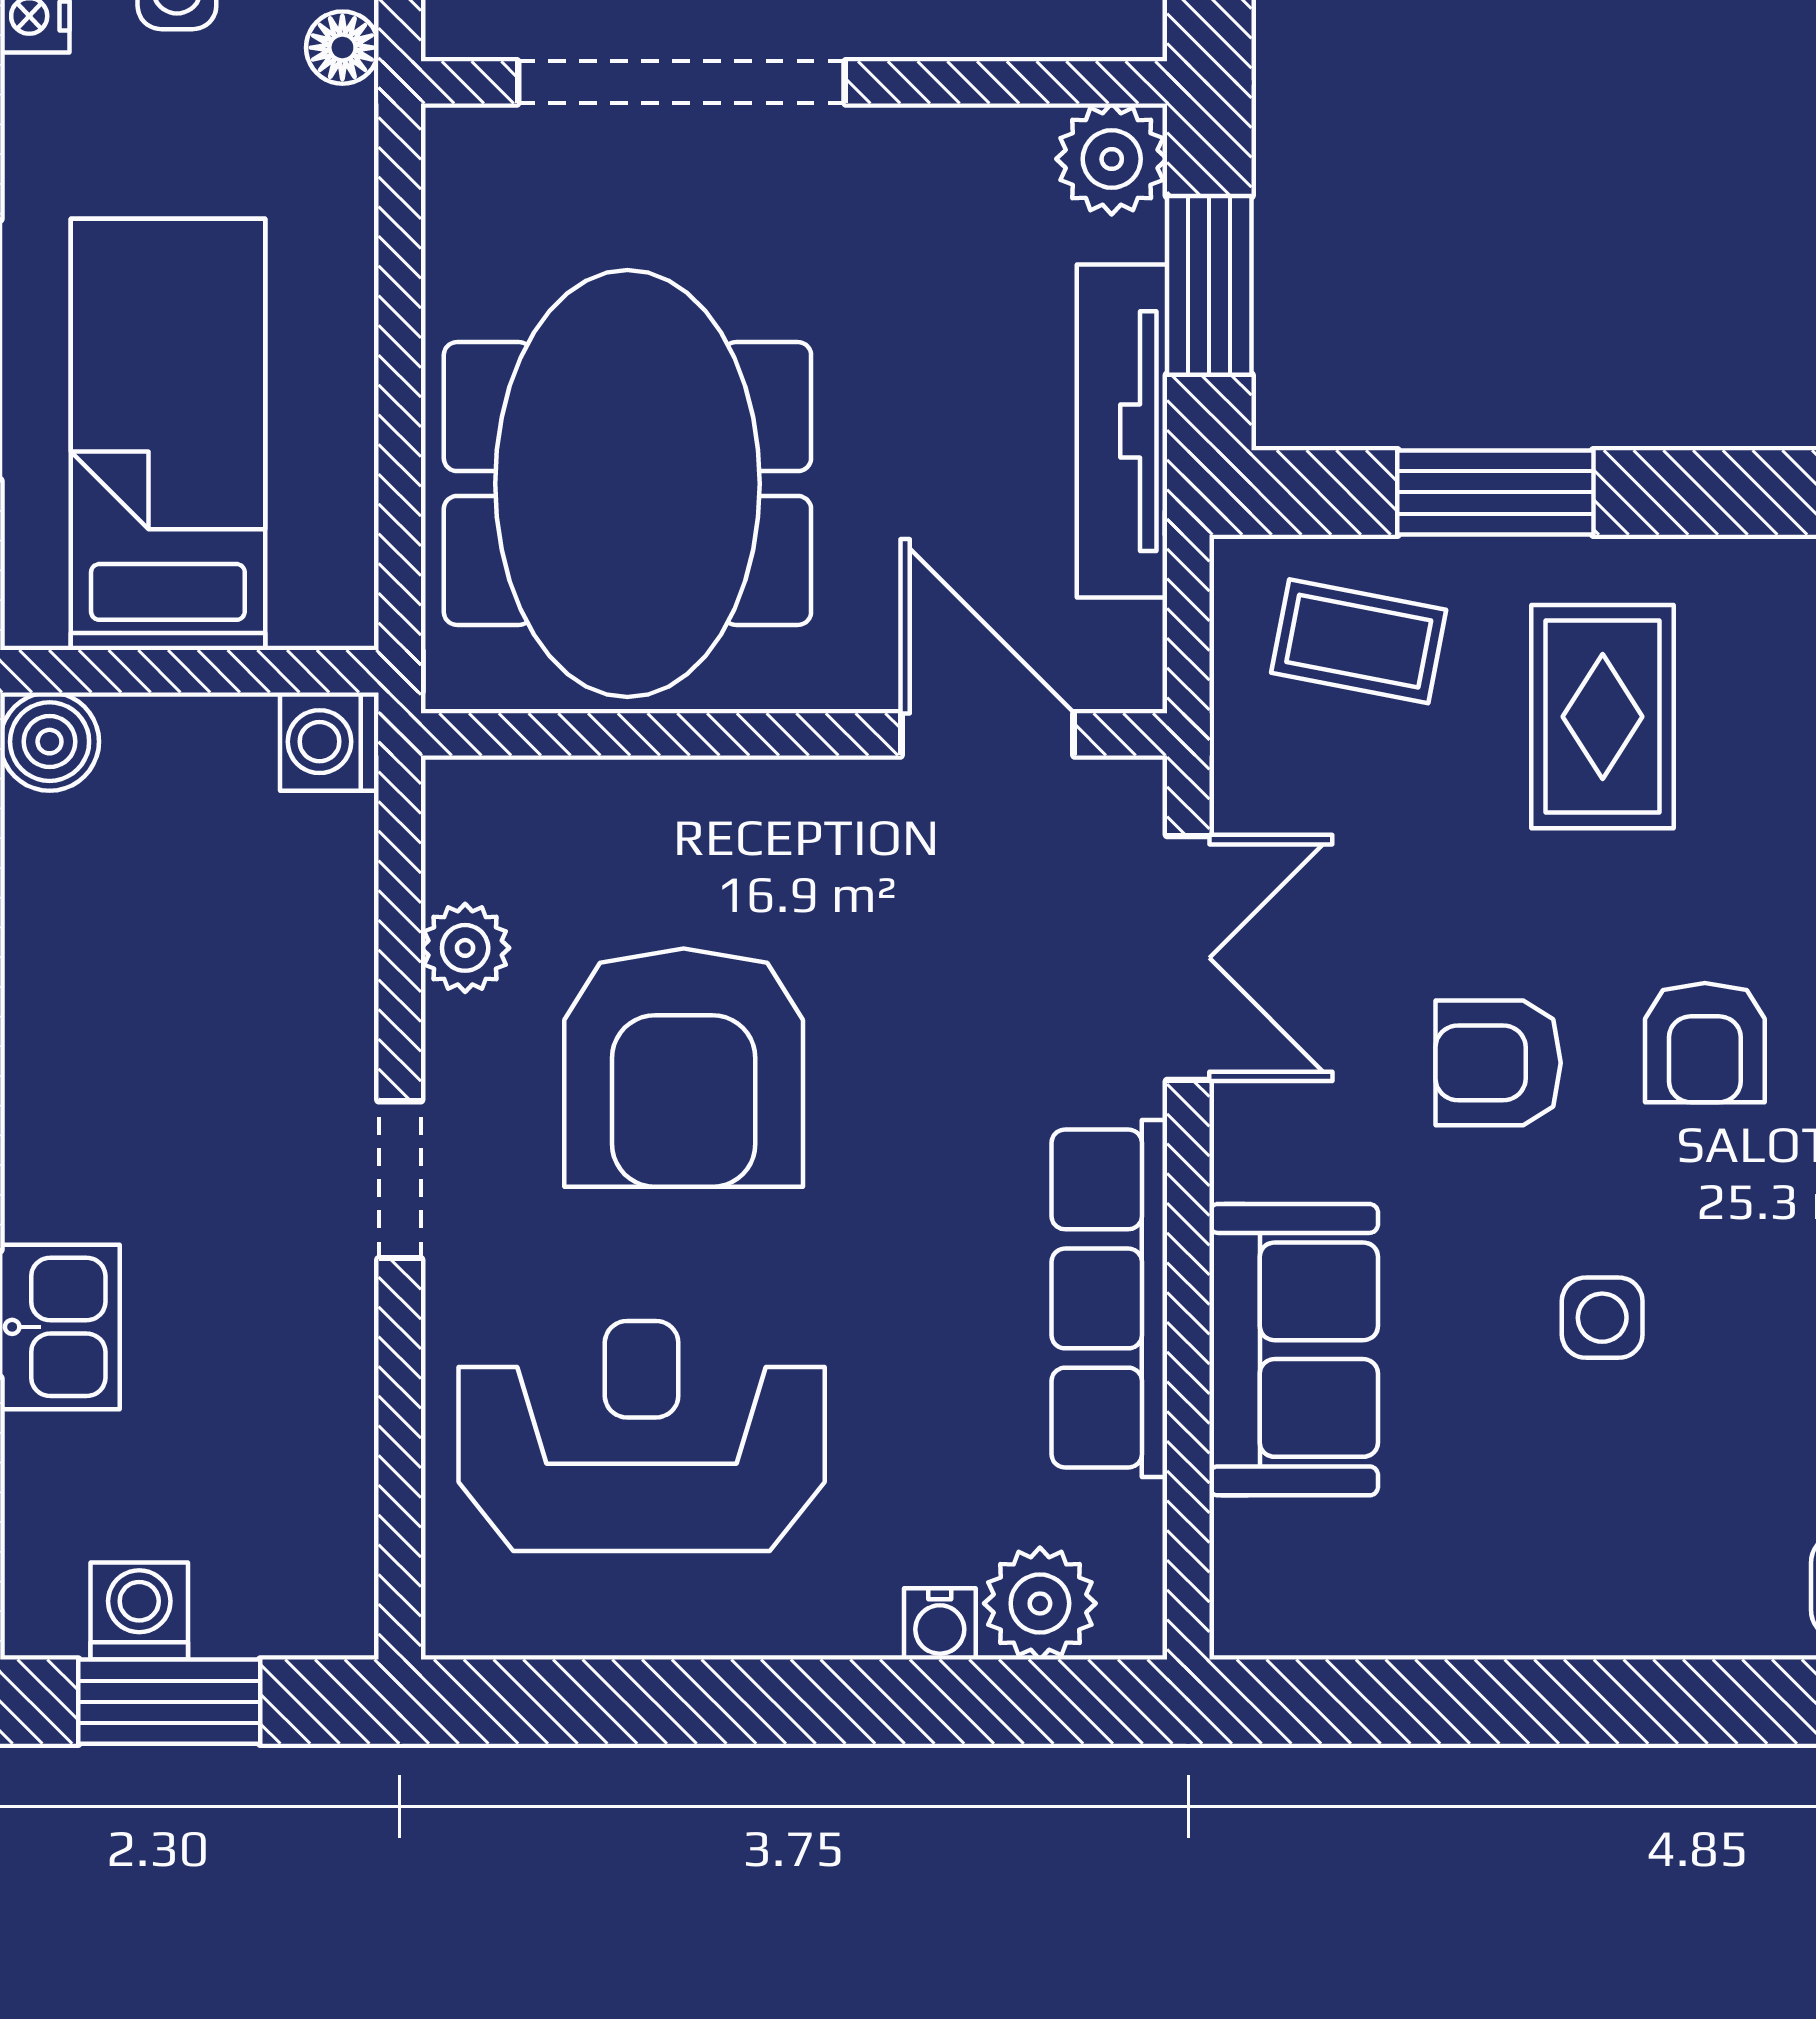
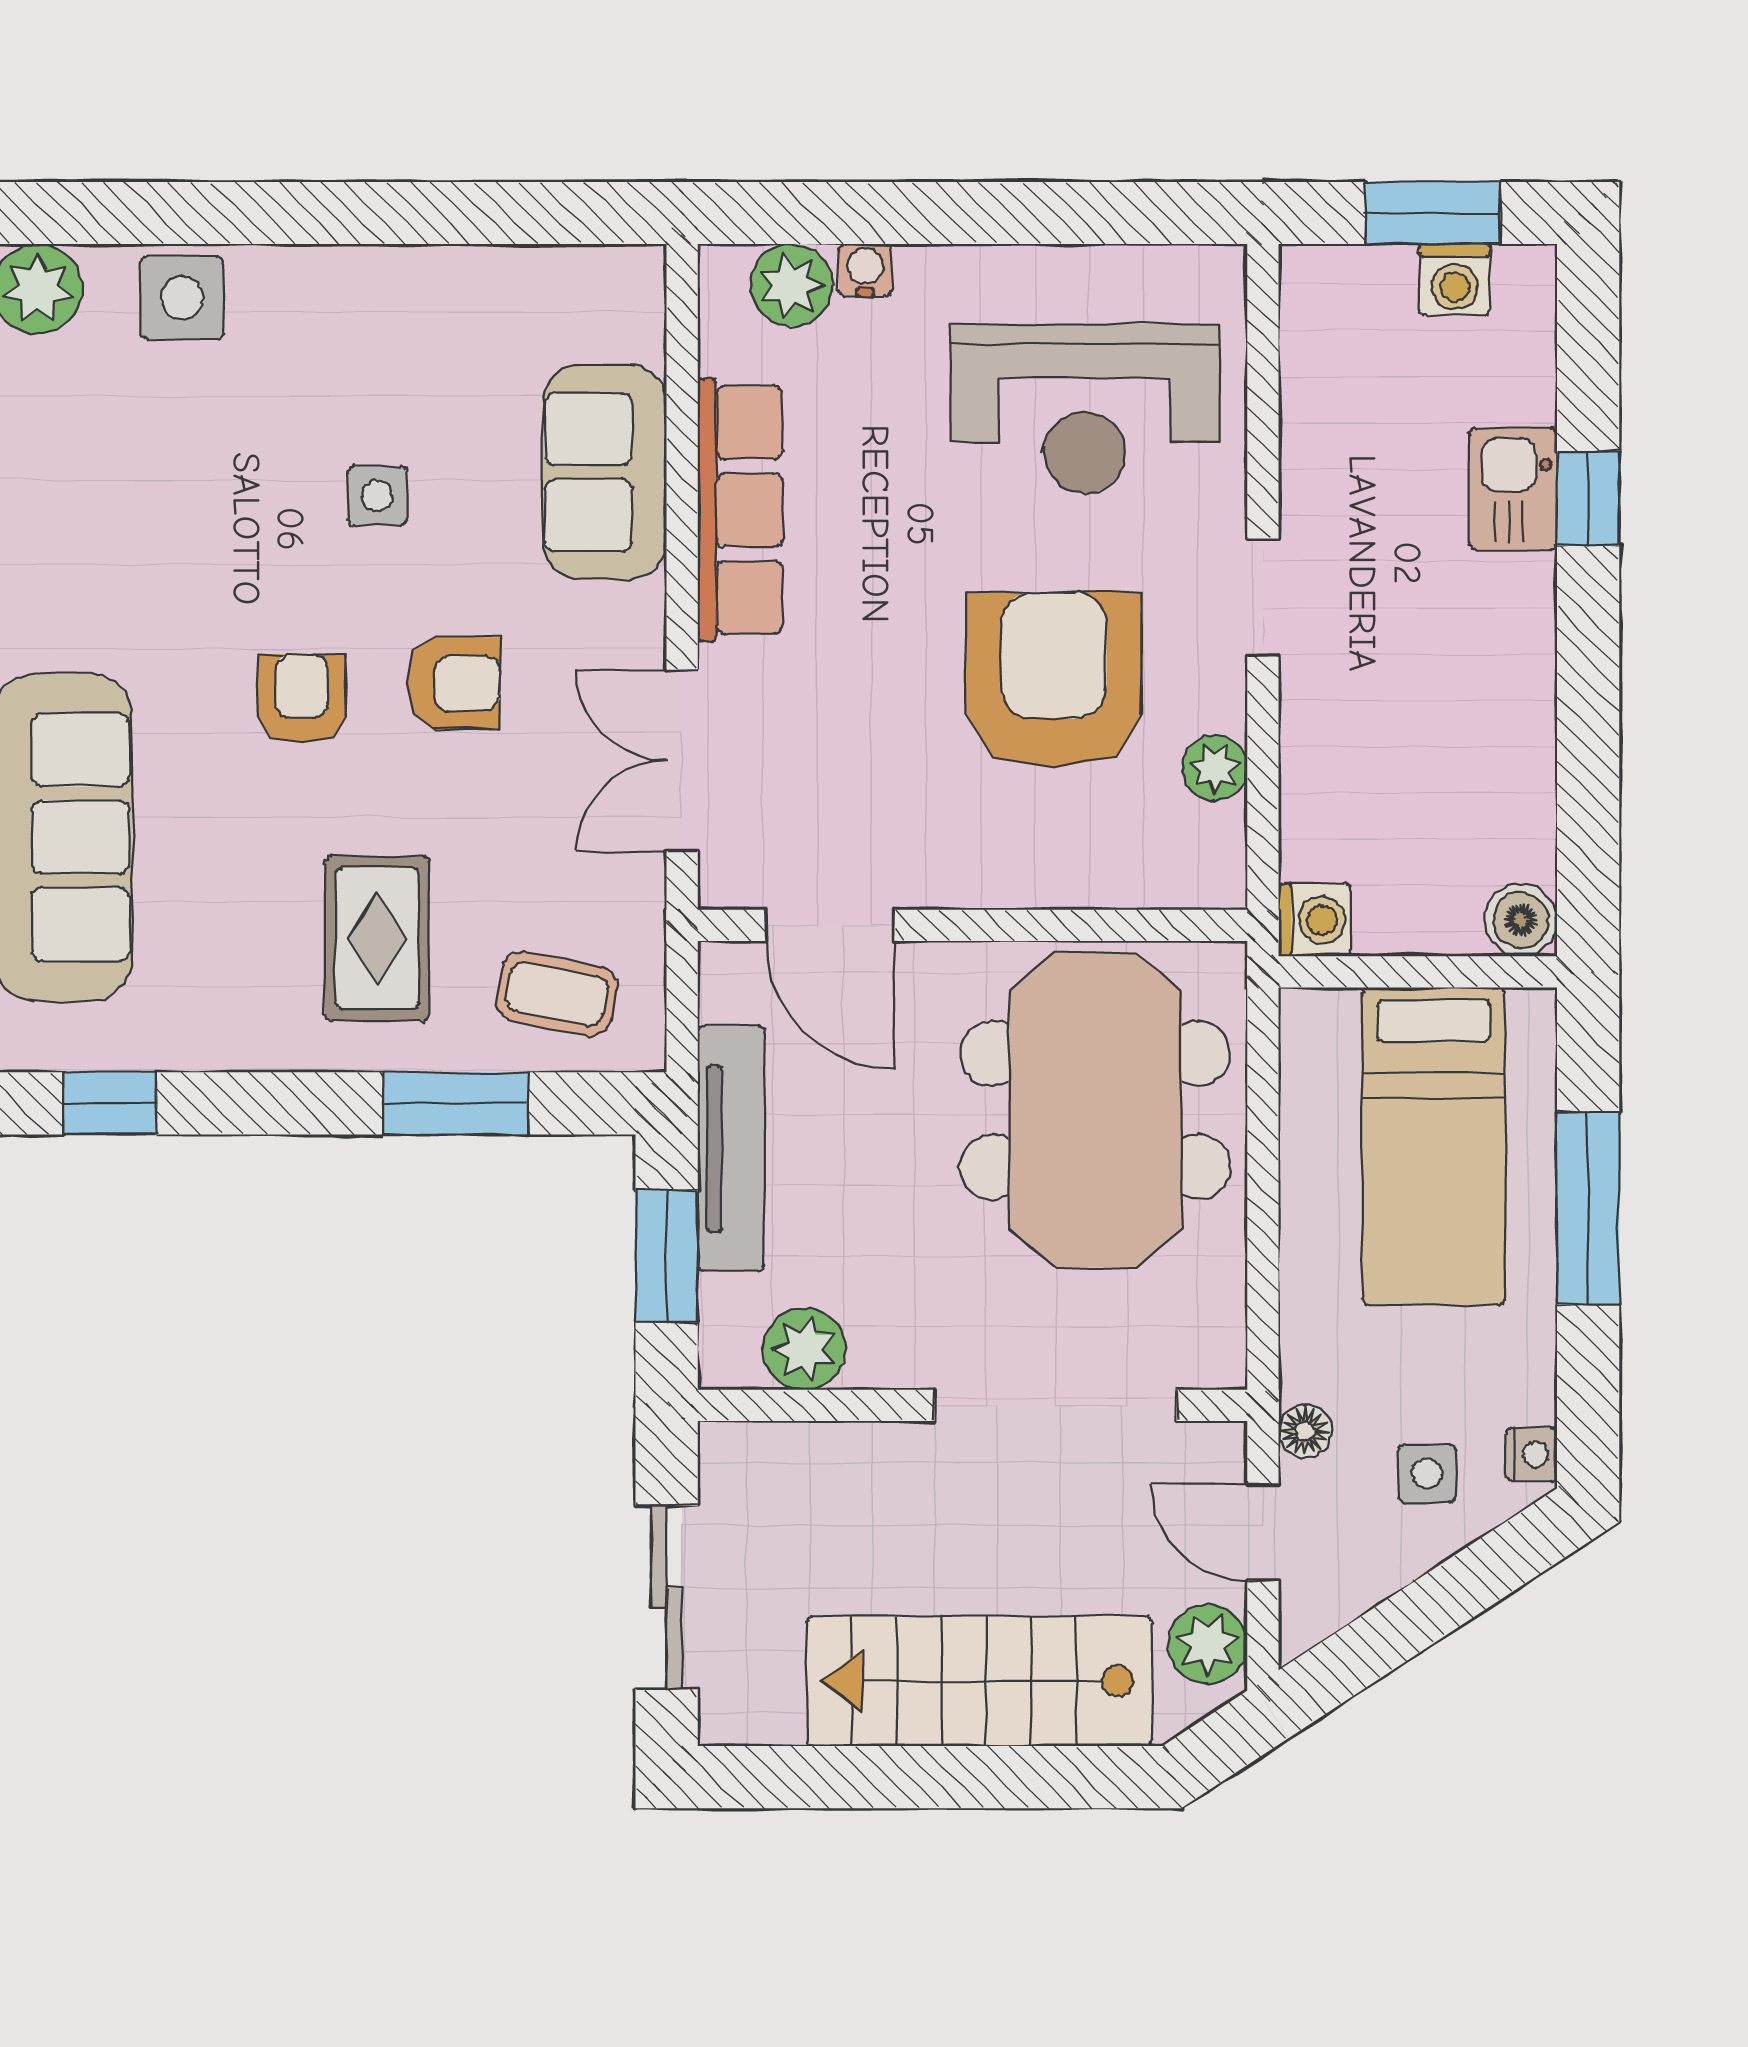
plant: (1112, 159) -> (804, 1349), moved

